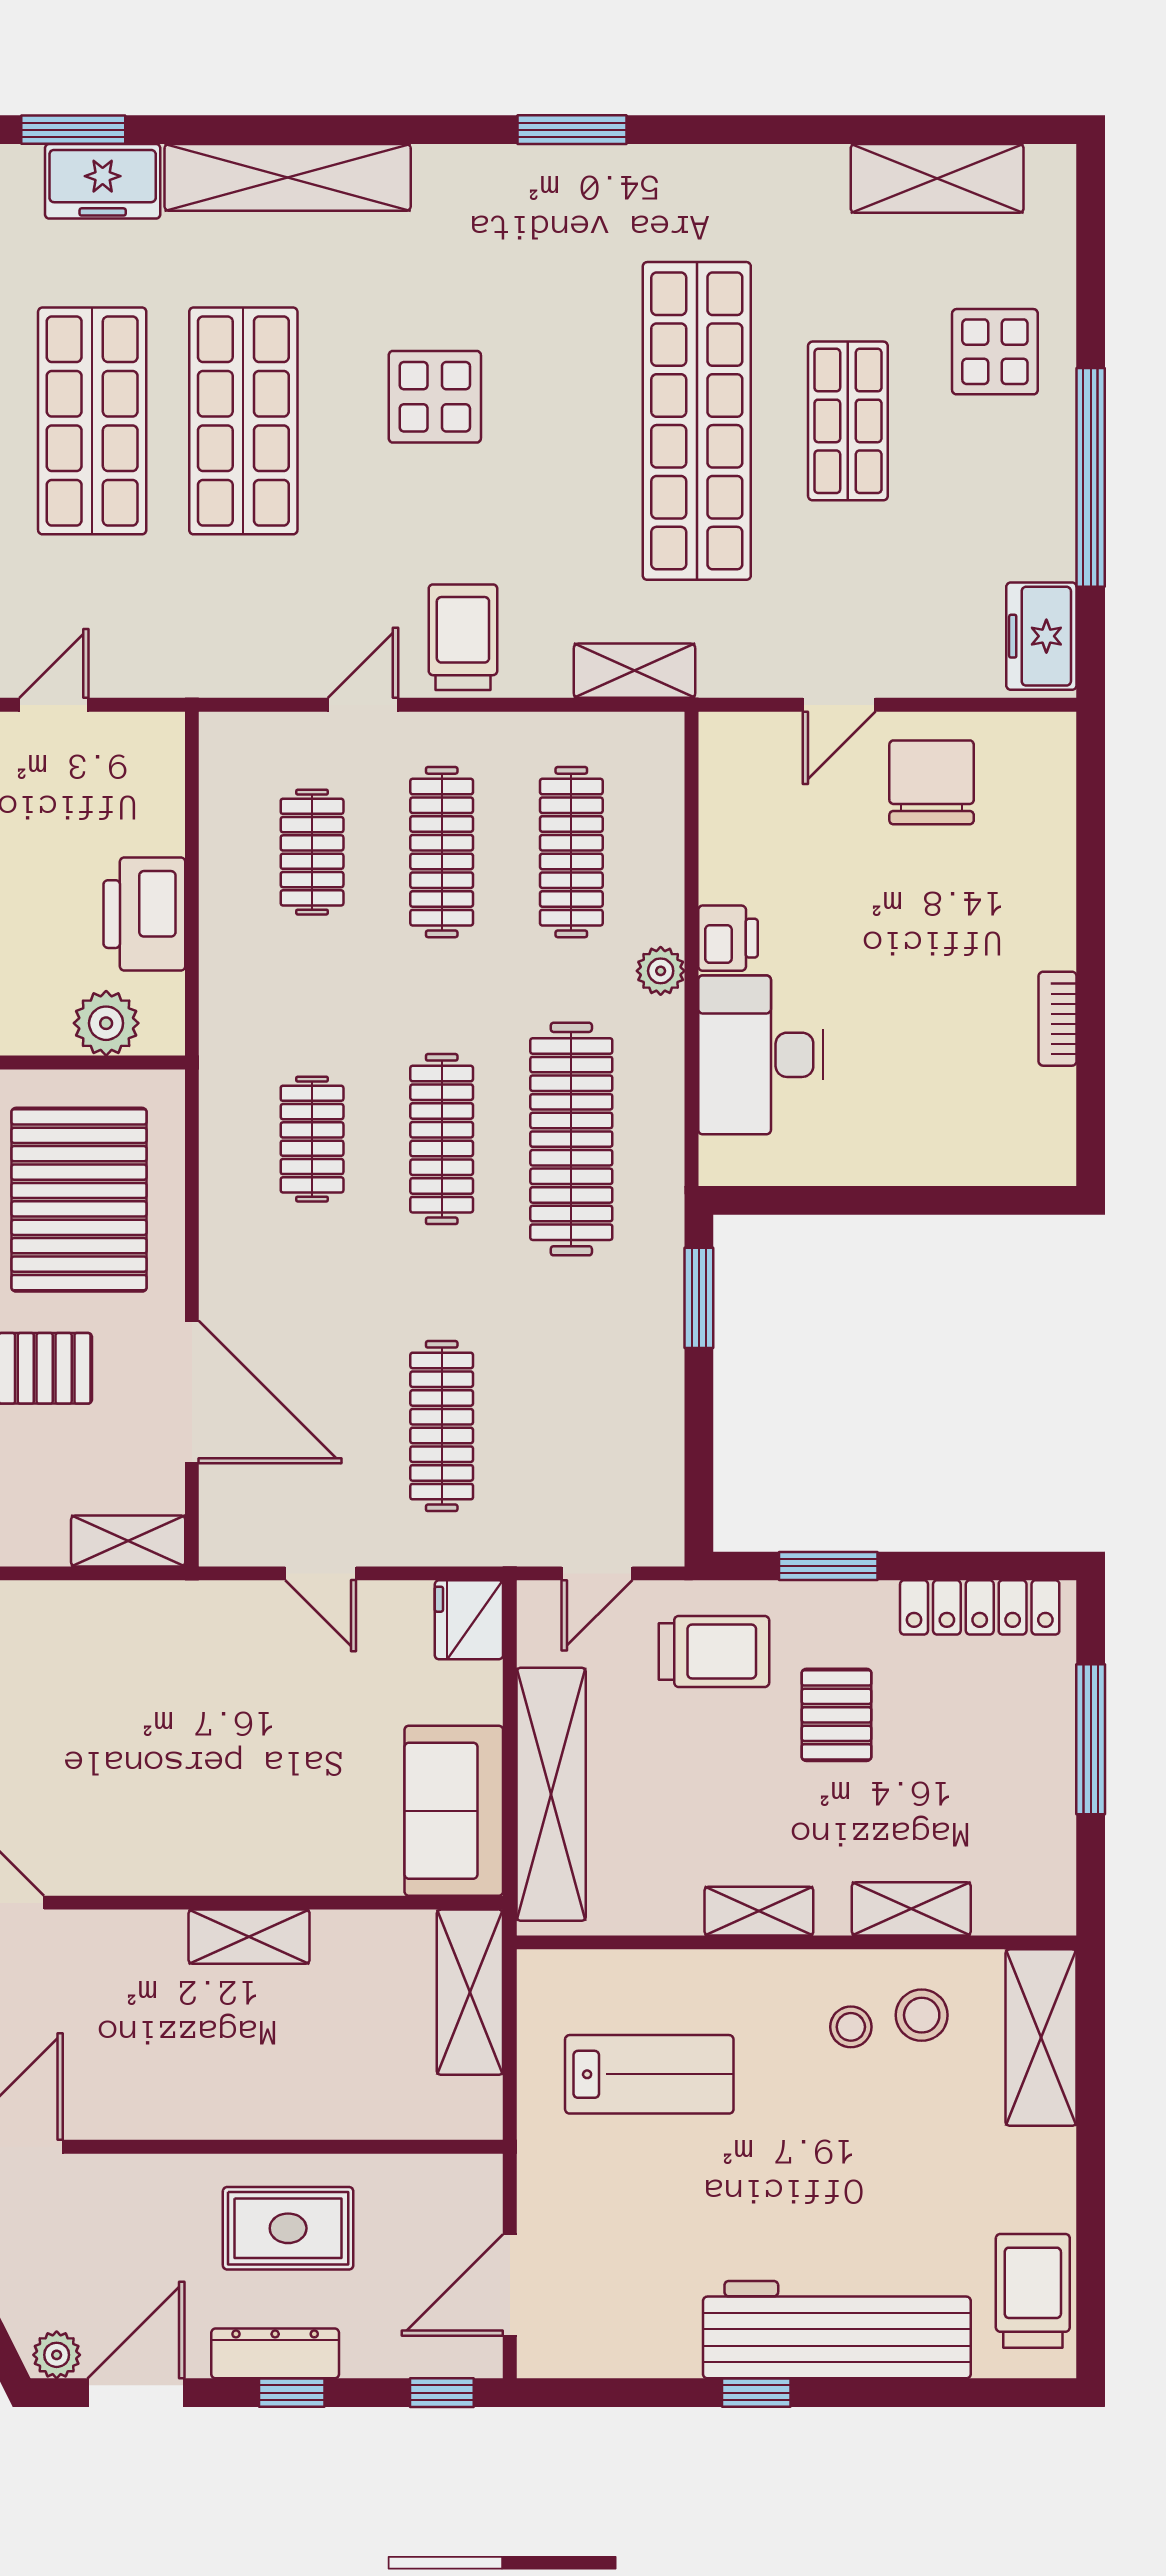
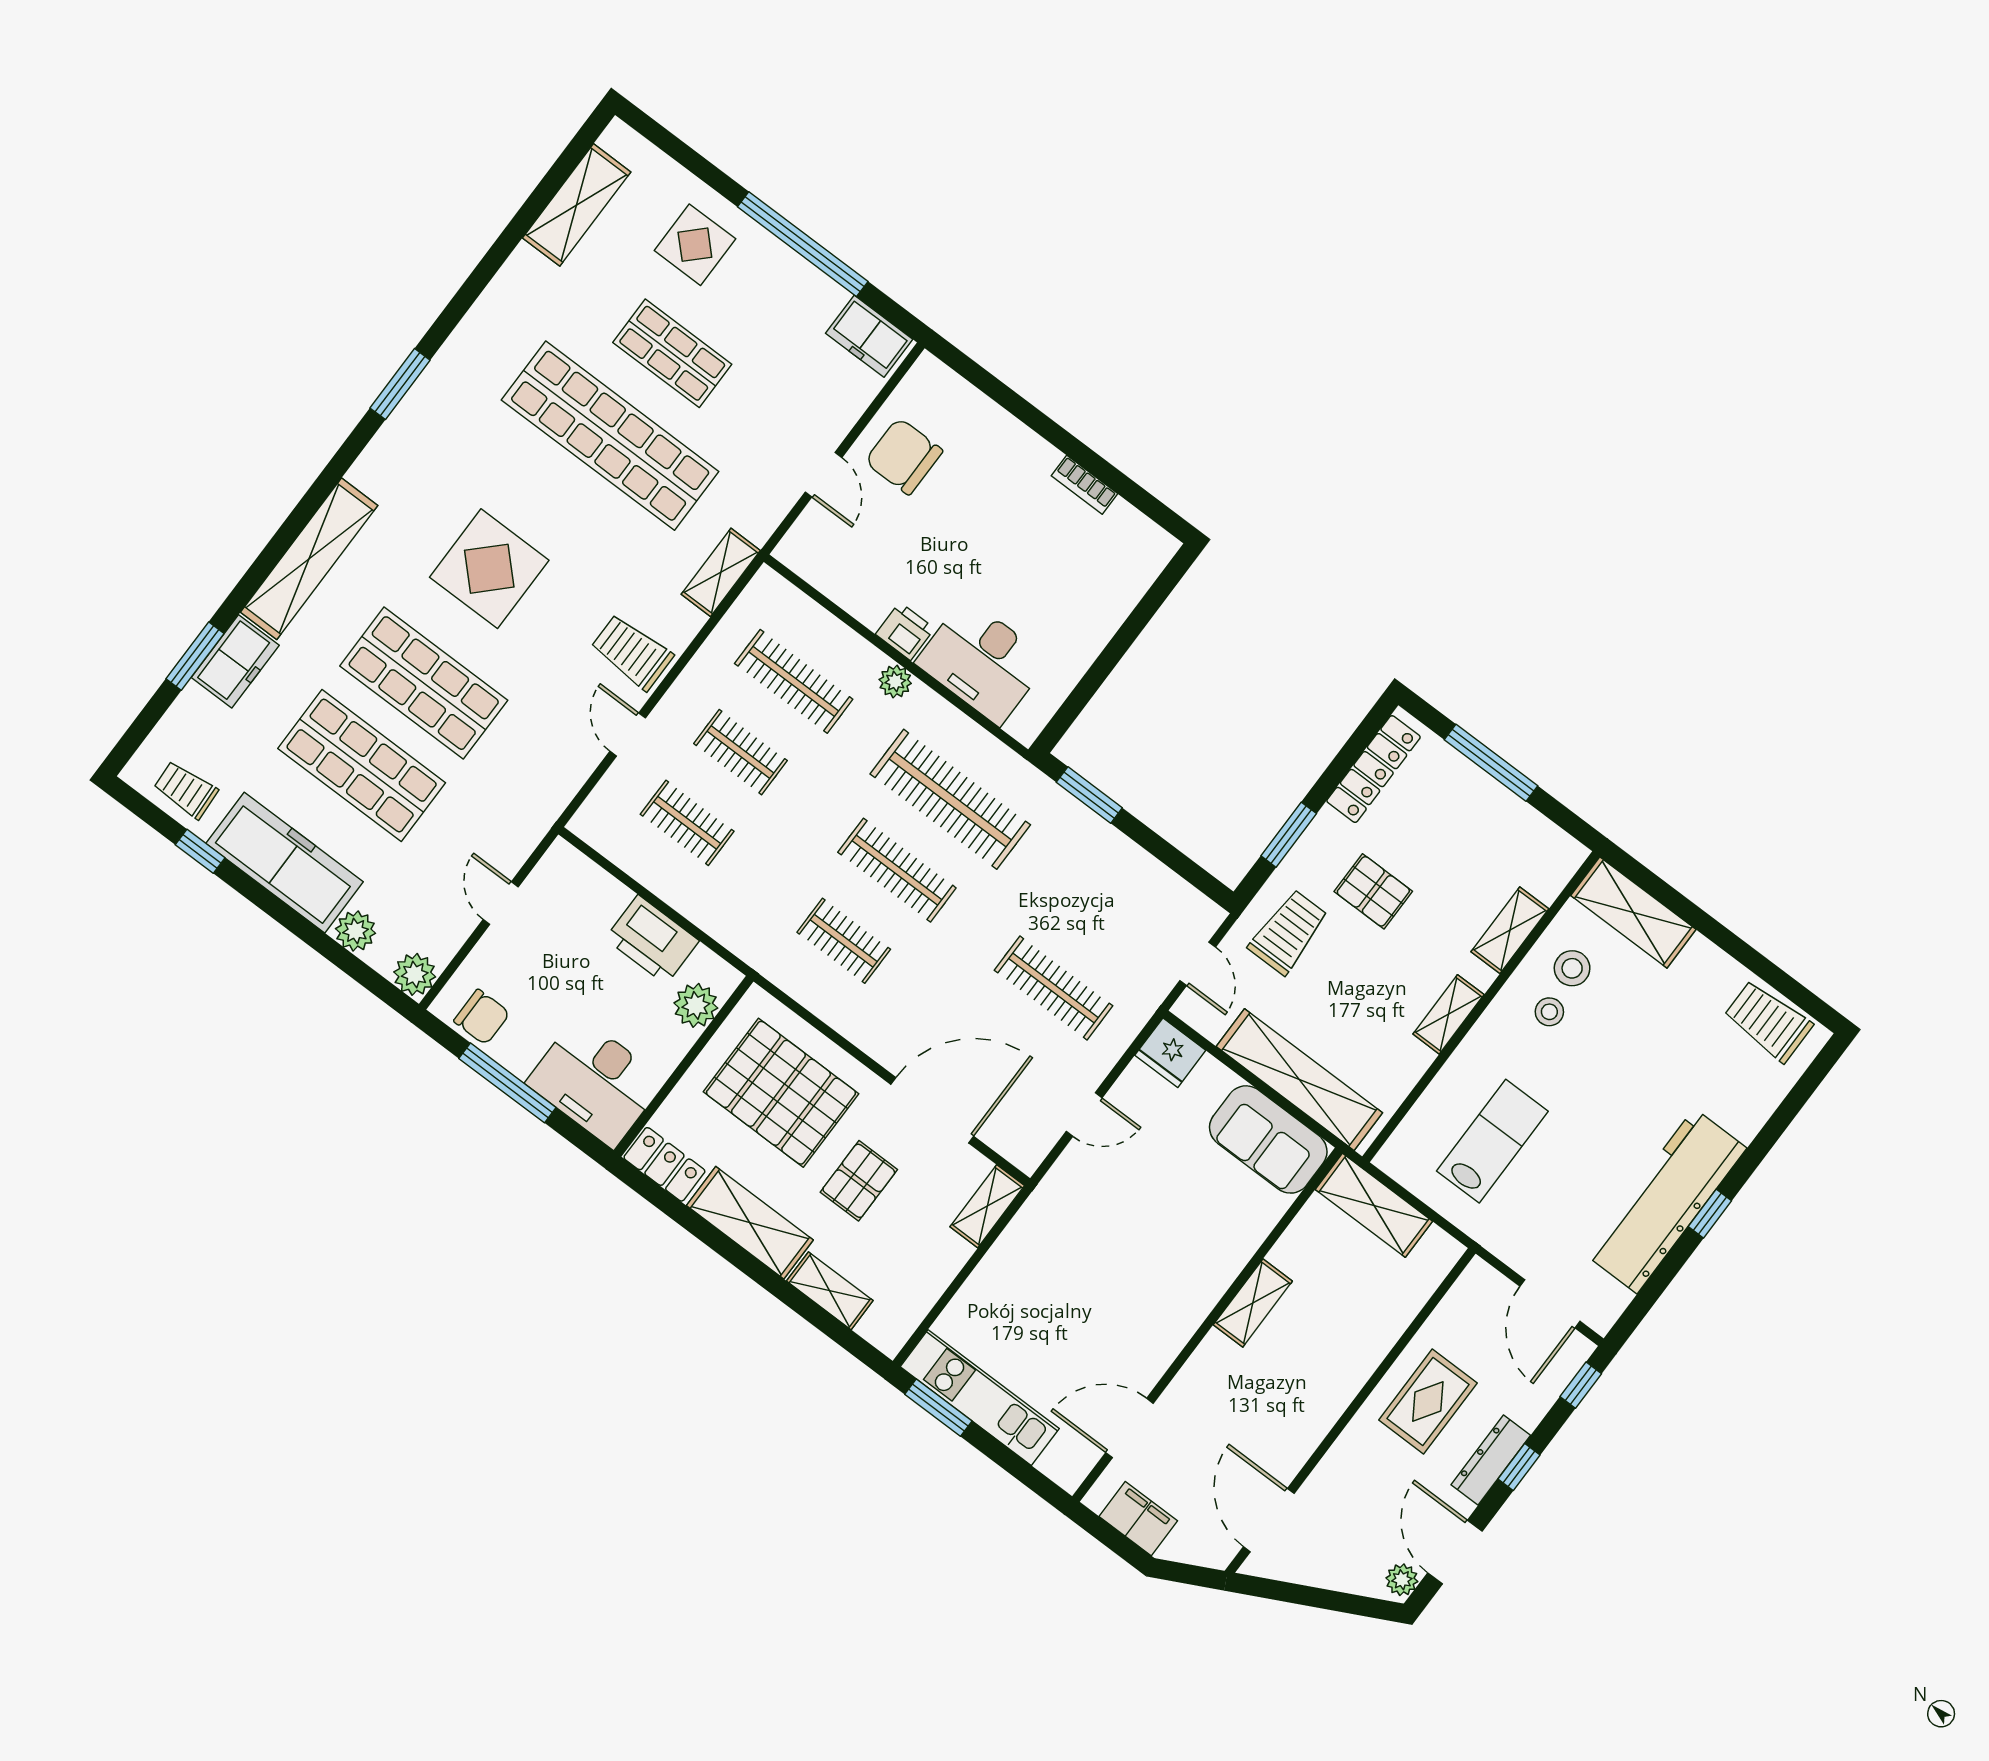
display table: (435, 397) -> (489, 569), width x1.36, depth x1.36
clothes rail: (442, 852) -> (740, 752), width x0.73
workbench: (837, 2330) -> (1666, 1201), moved

